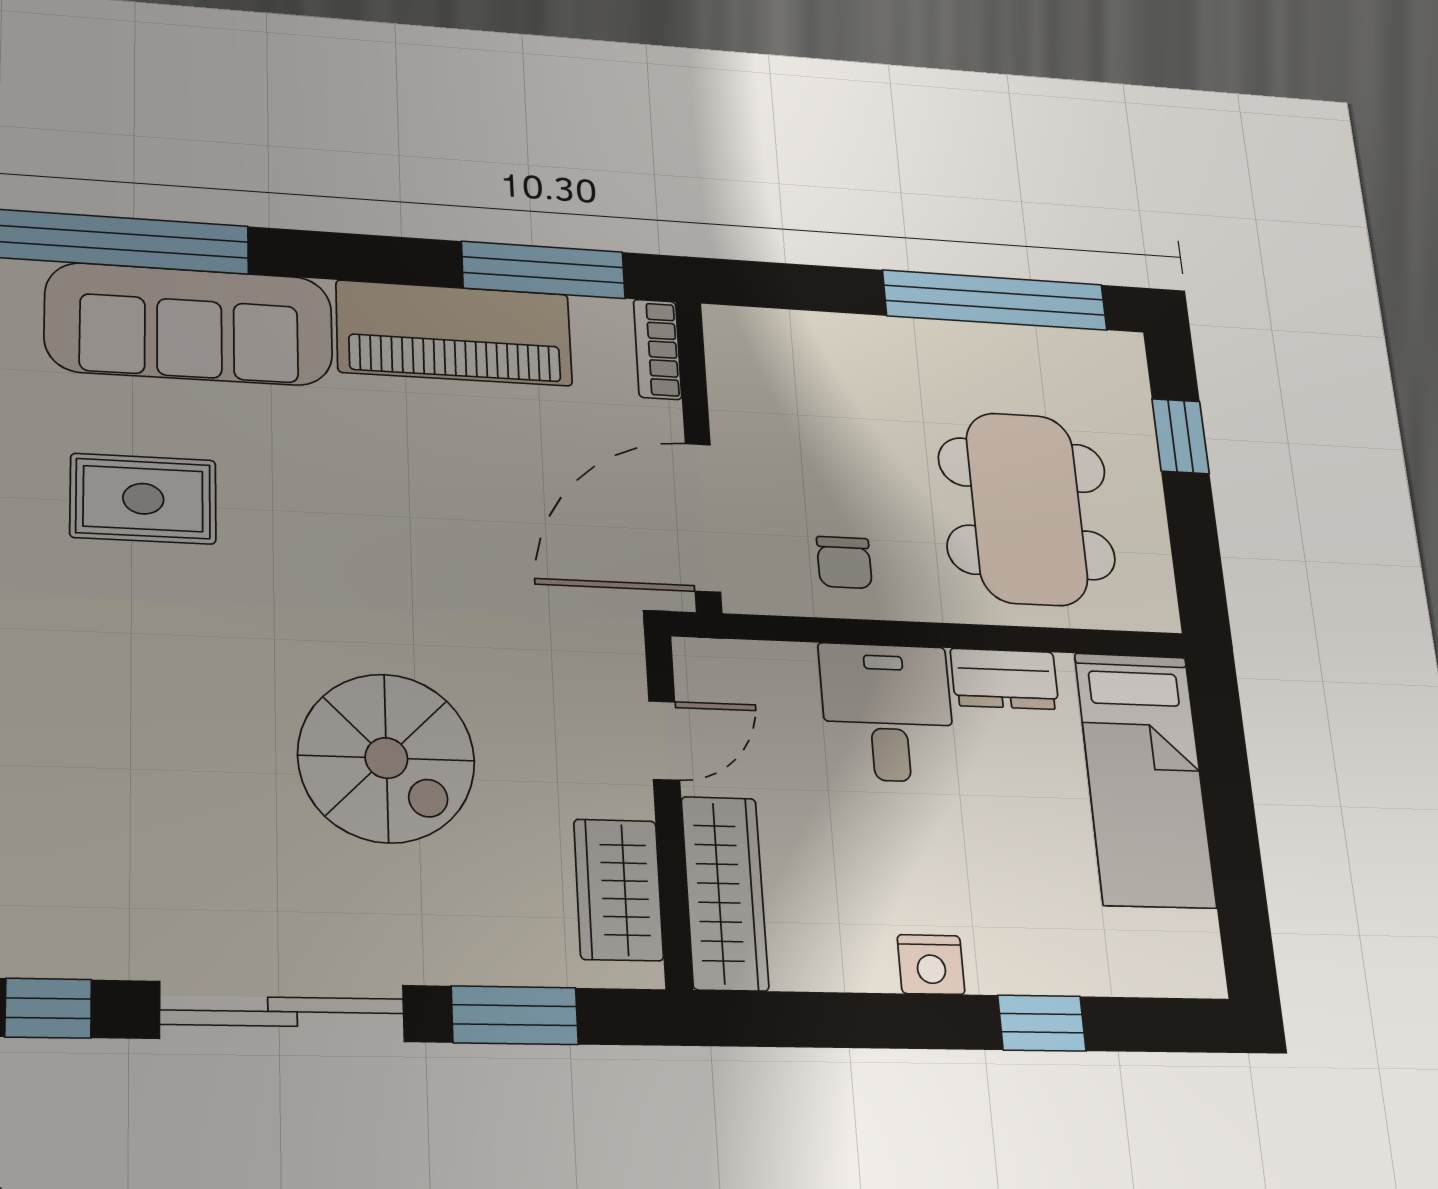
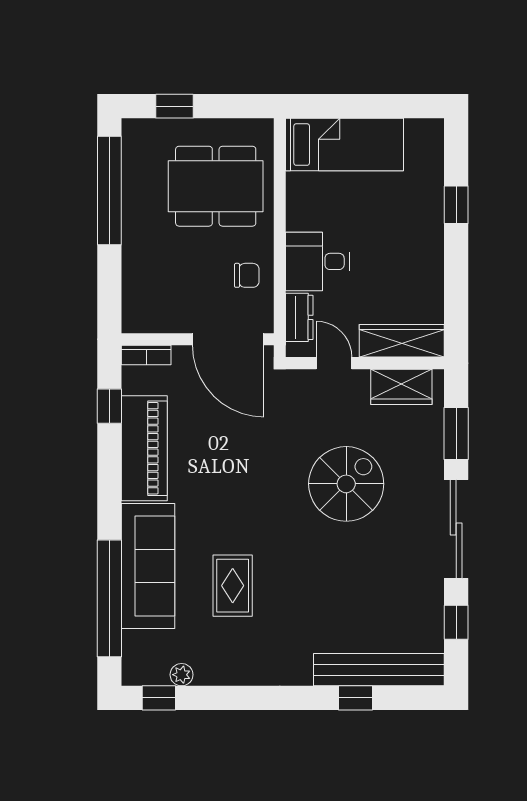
window: (543, 270) -> (109, 406), width x0.46
dresser: (1005, 679) -> (299, 317), moved
nightstand: (931, 965) -> (431, 252), removed

